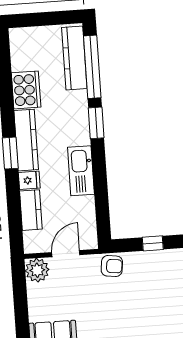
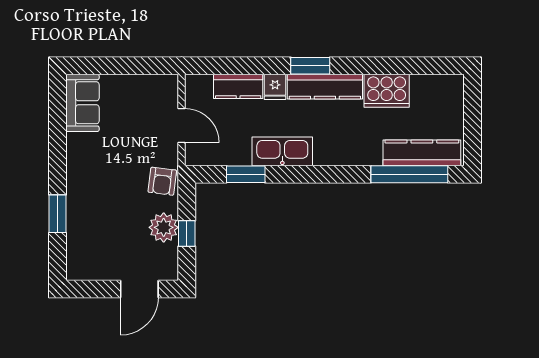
window: (96, 123) -> (246, 174), moved
plant: (37, 270) -> (164, 227), moved

